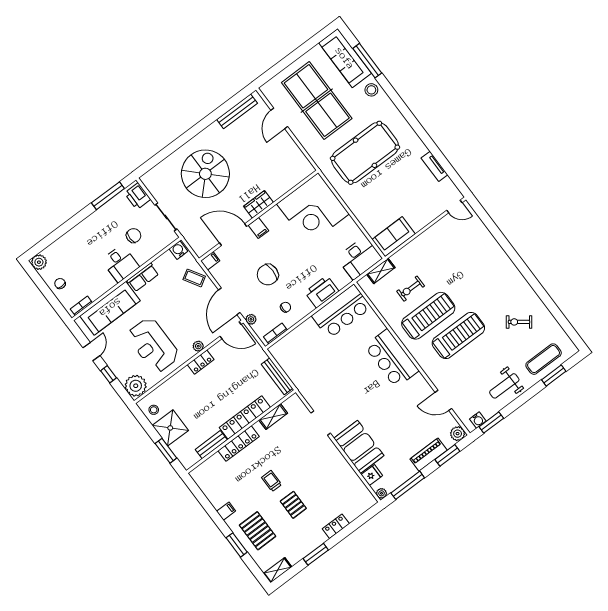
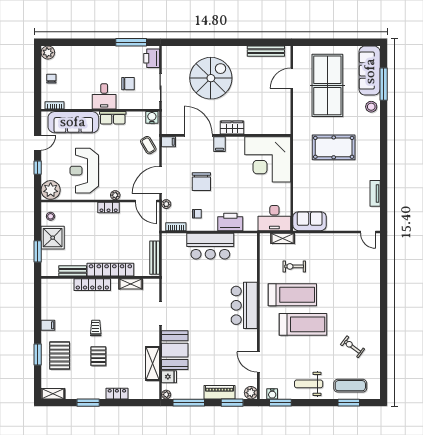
pool table: (365, 153) -> (334, 147), width x0.73, depth x0.76
chair: (268, 275) -> (201, 182), turned -90
bar counter: (341, 312) -> (210, 246), moved
shelving: (348, 474) -> (152, 363), added

